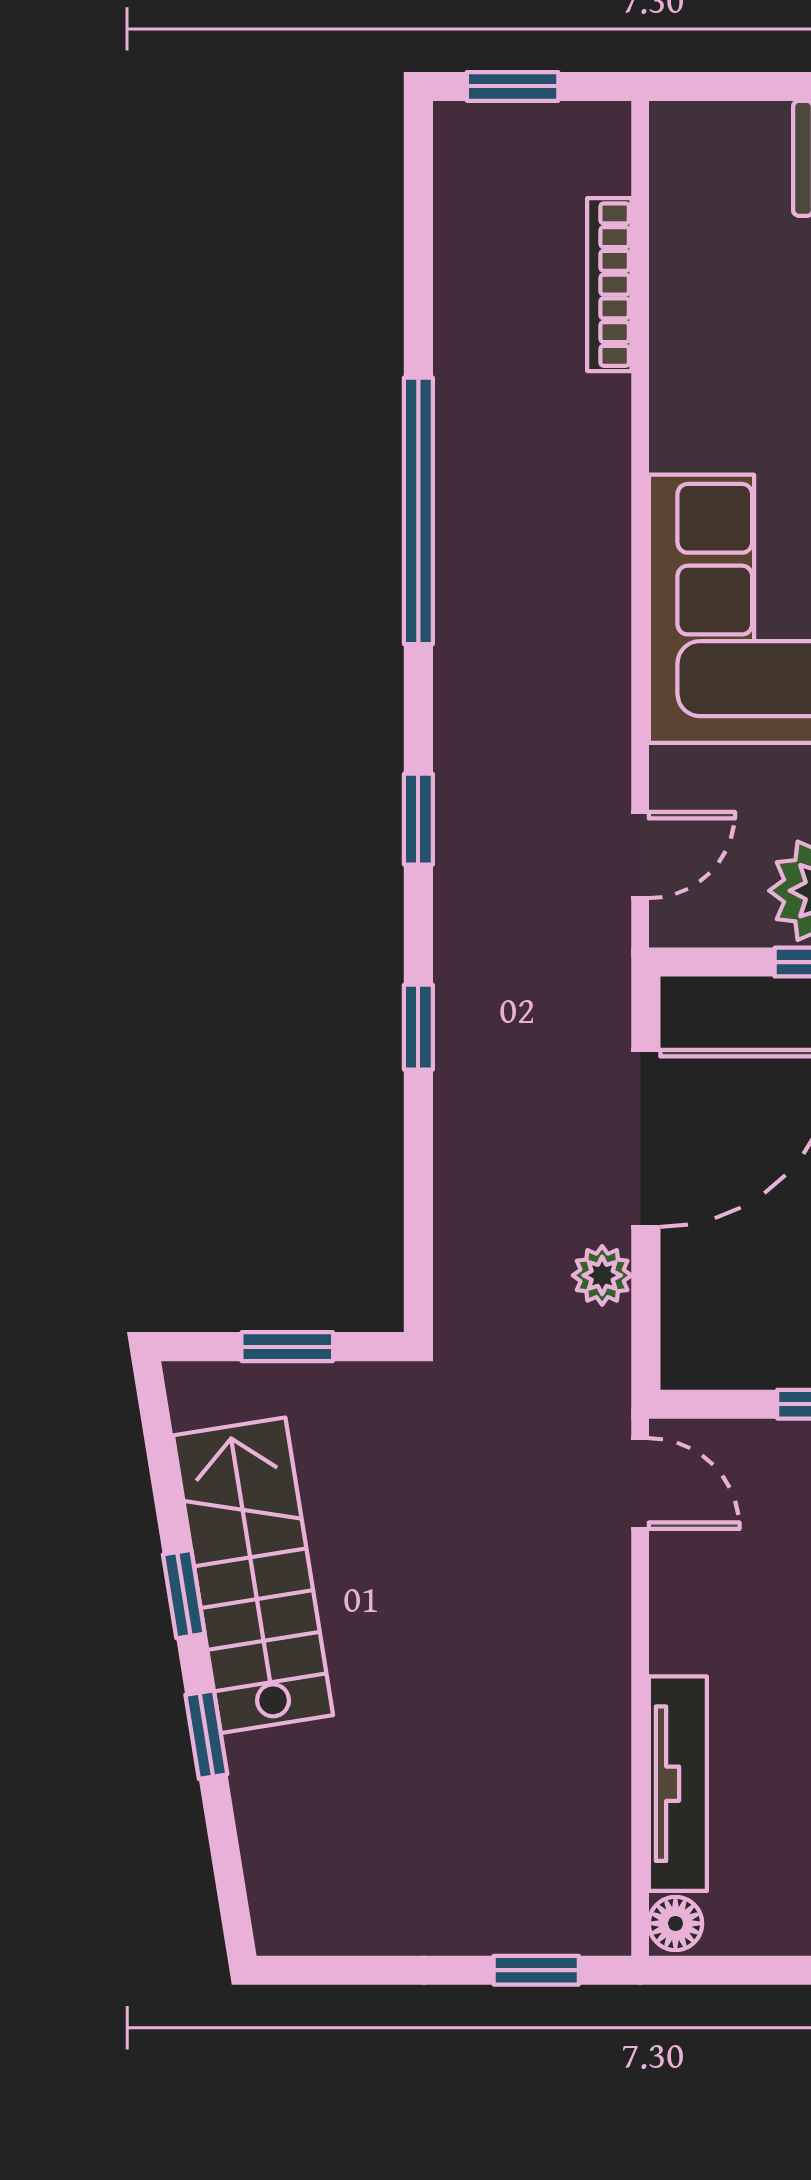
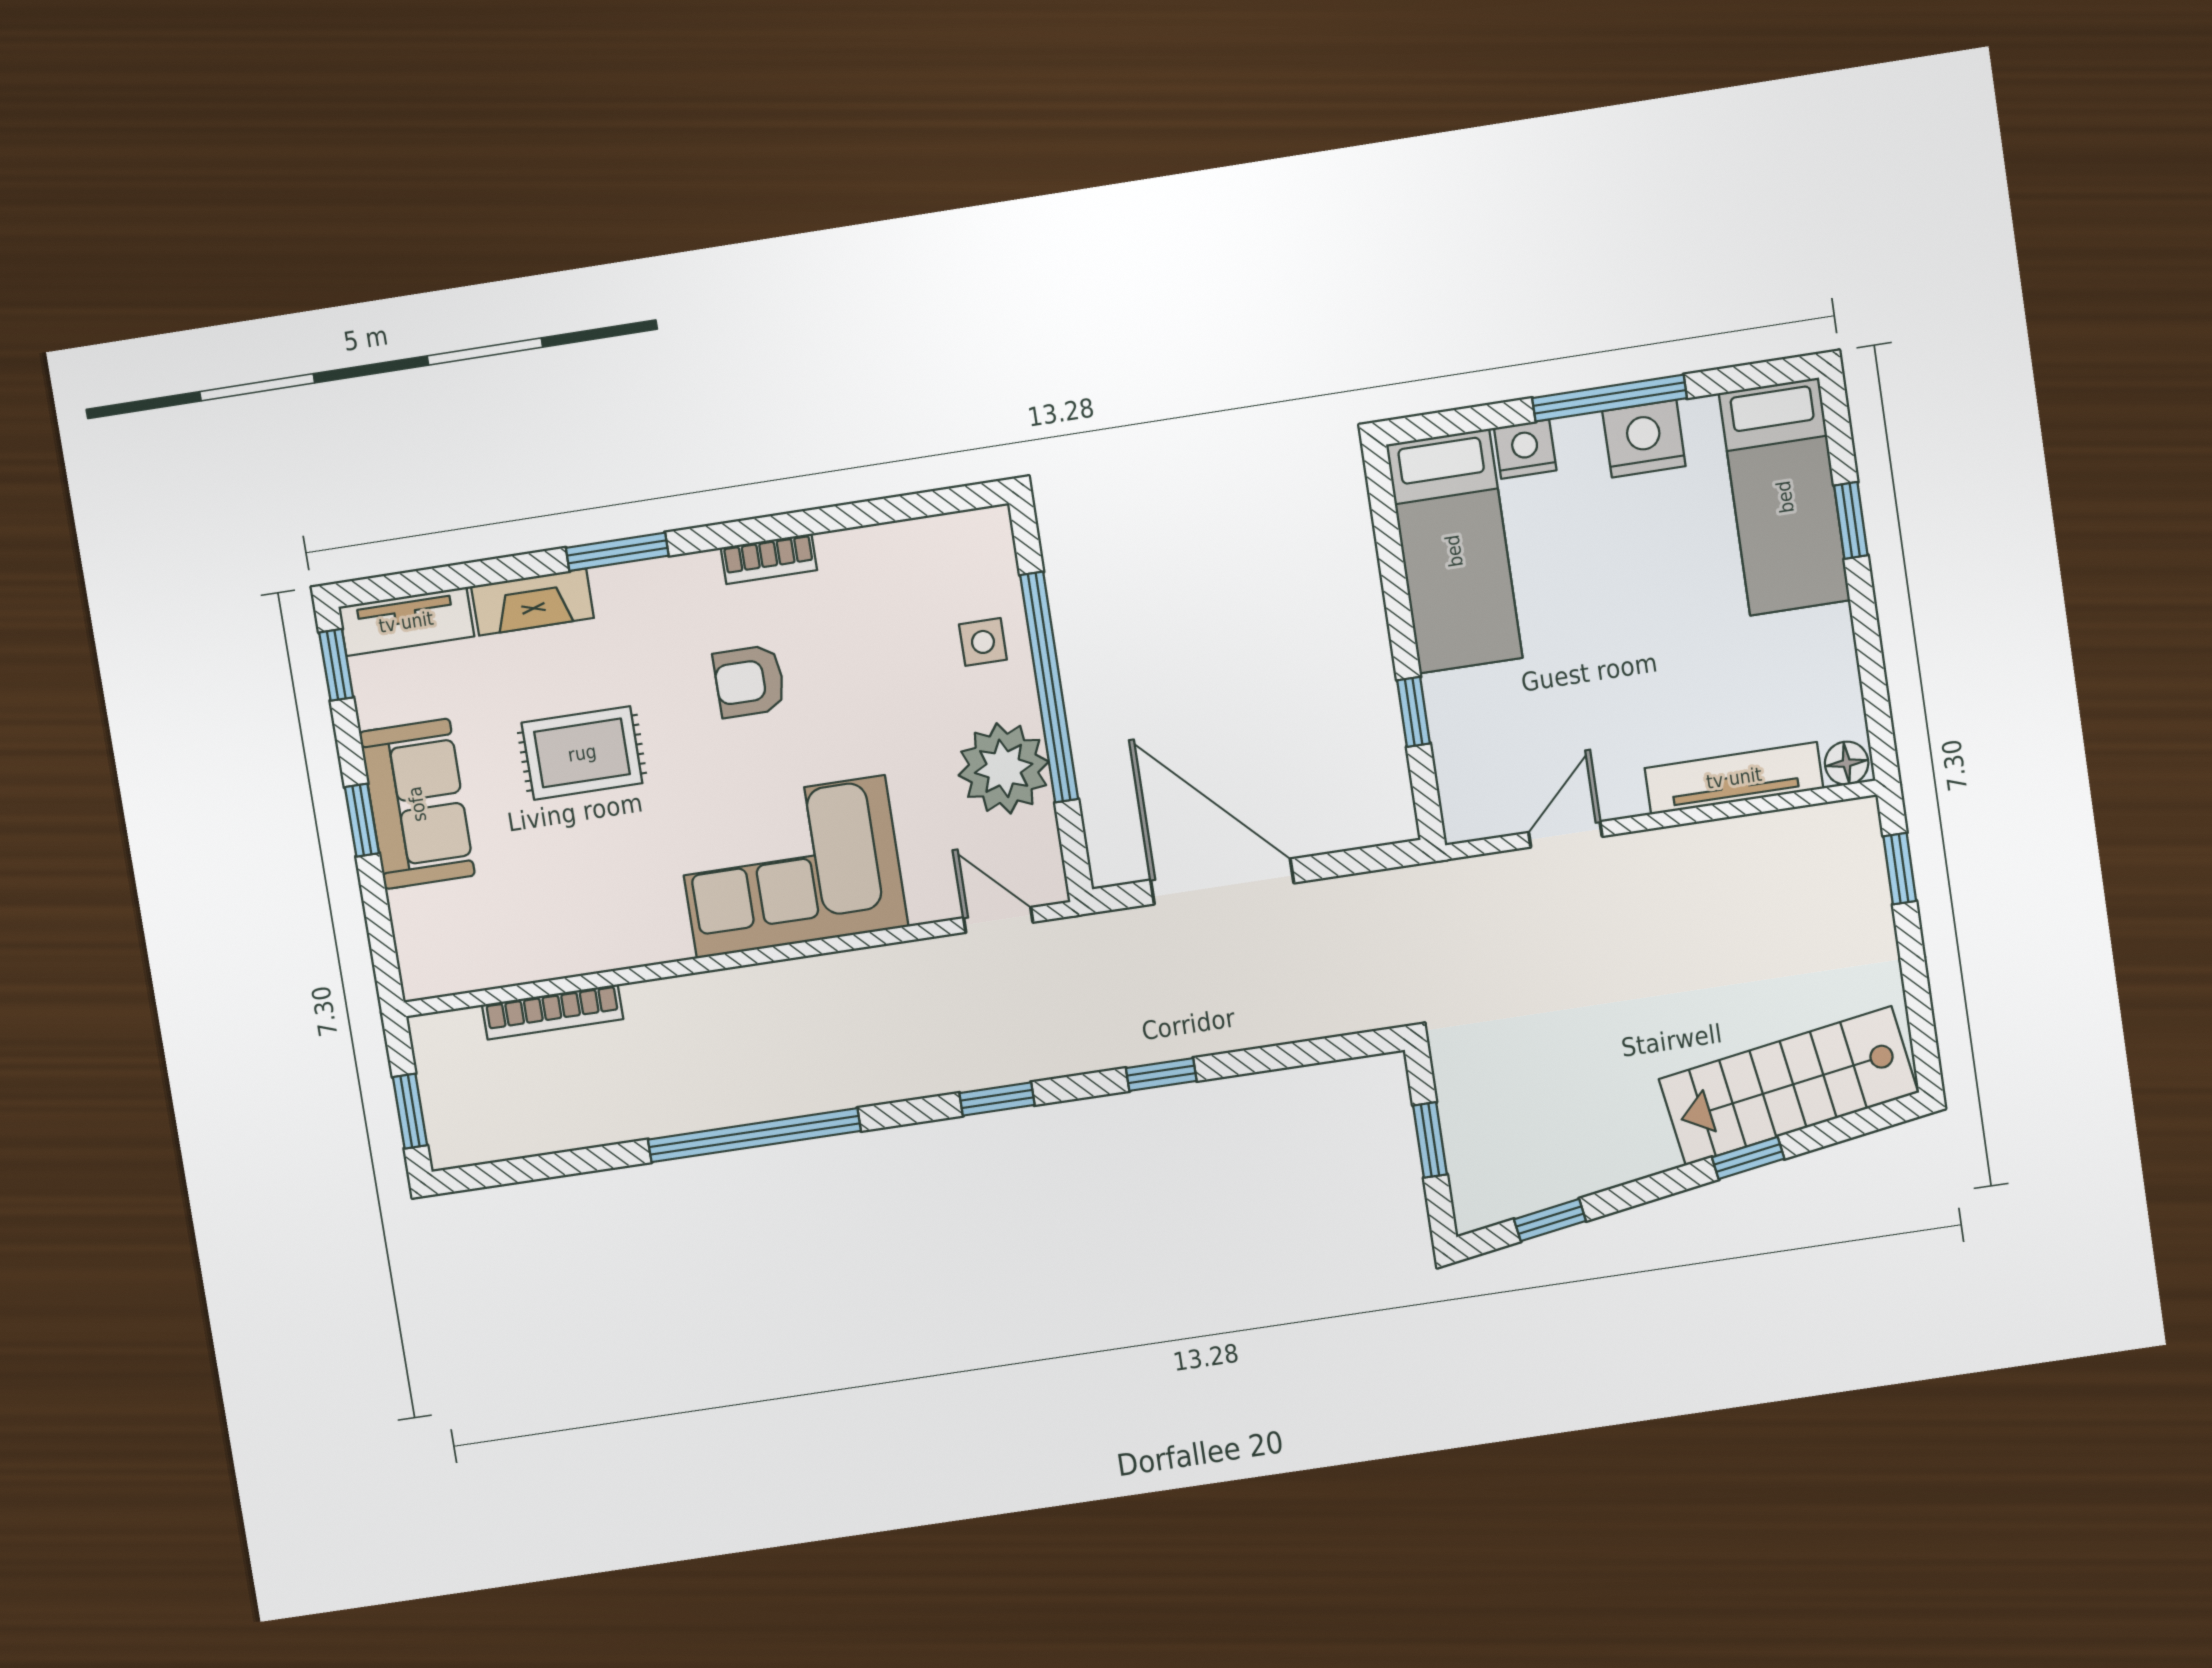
plant: (602, 1275) -> (1336, 900), removed
door: (640, 1484) -> (1565, 834), moved
stairs: (253, 1575) -> (1788, 1086), moved
window: (184, 1594) -> (1550, 1220), moved

